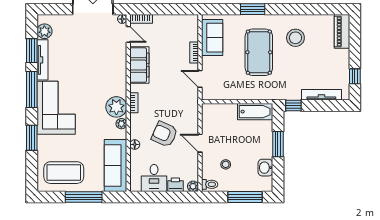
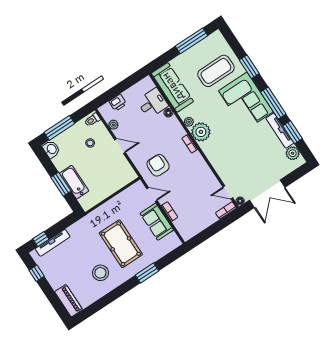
sofa: (212, 38) -> (157, 222), moved
filing cabinet: (139, 65) -> (204, 175), removed
window: (293, 105) -> (41, 239), moved
bathtub: (255, 112) -> (74, 182), moved, turned 90
armchair: (164, 134) -> (158, 165), moved, turned -114
washbasin: (265, 168) -> (51, 149), moved
coffee table: (64, 173) -> (216, 71), moved
desk: (154, 178) -> (153, 103), moved, turned 90
plant: (193, 186) -> (113, 125), moved
window: (84, 197) -> (191, 41), moved

